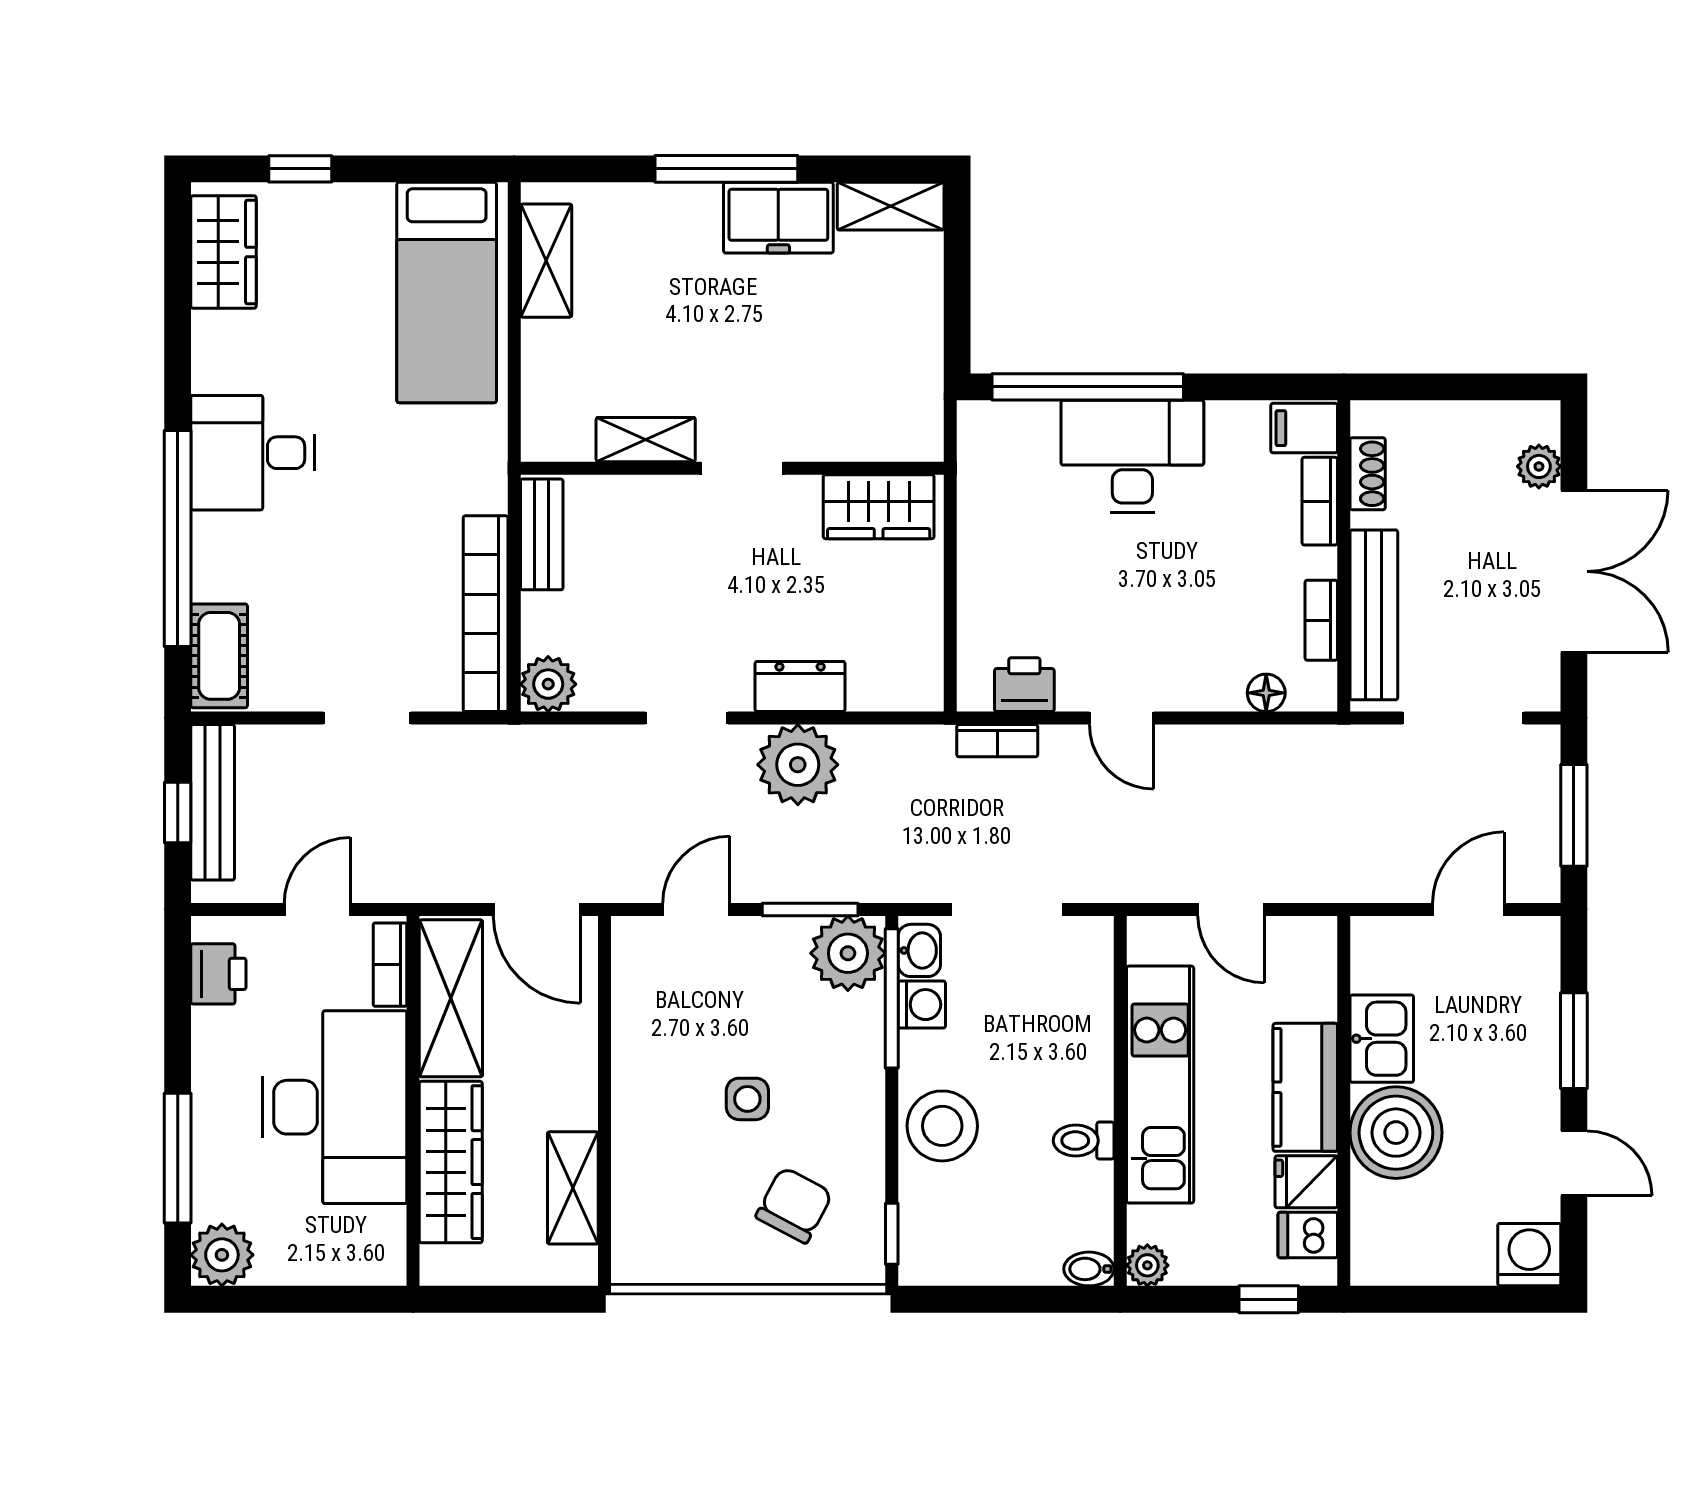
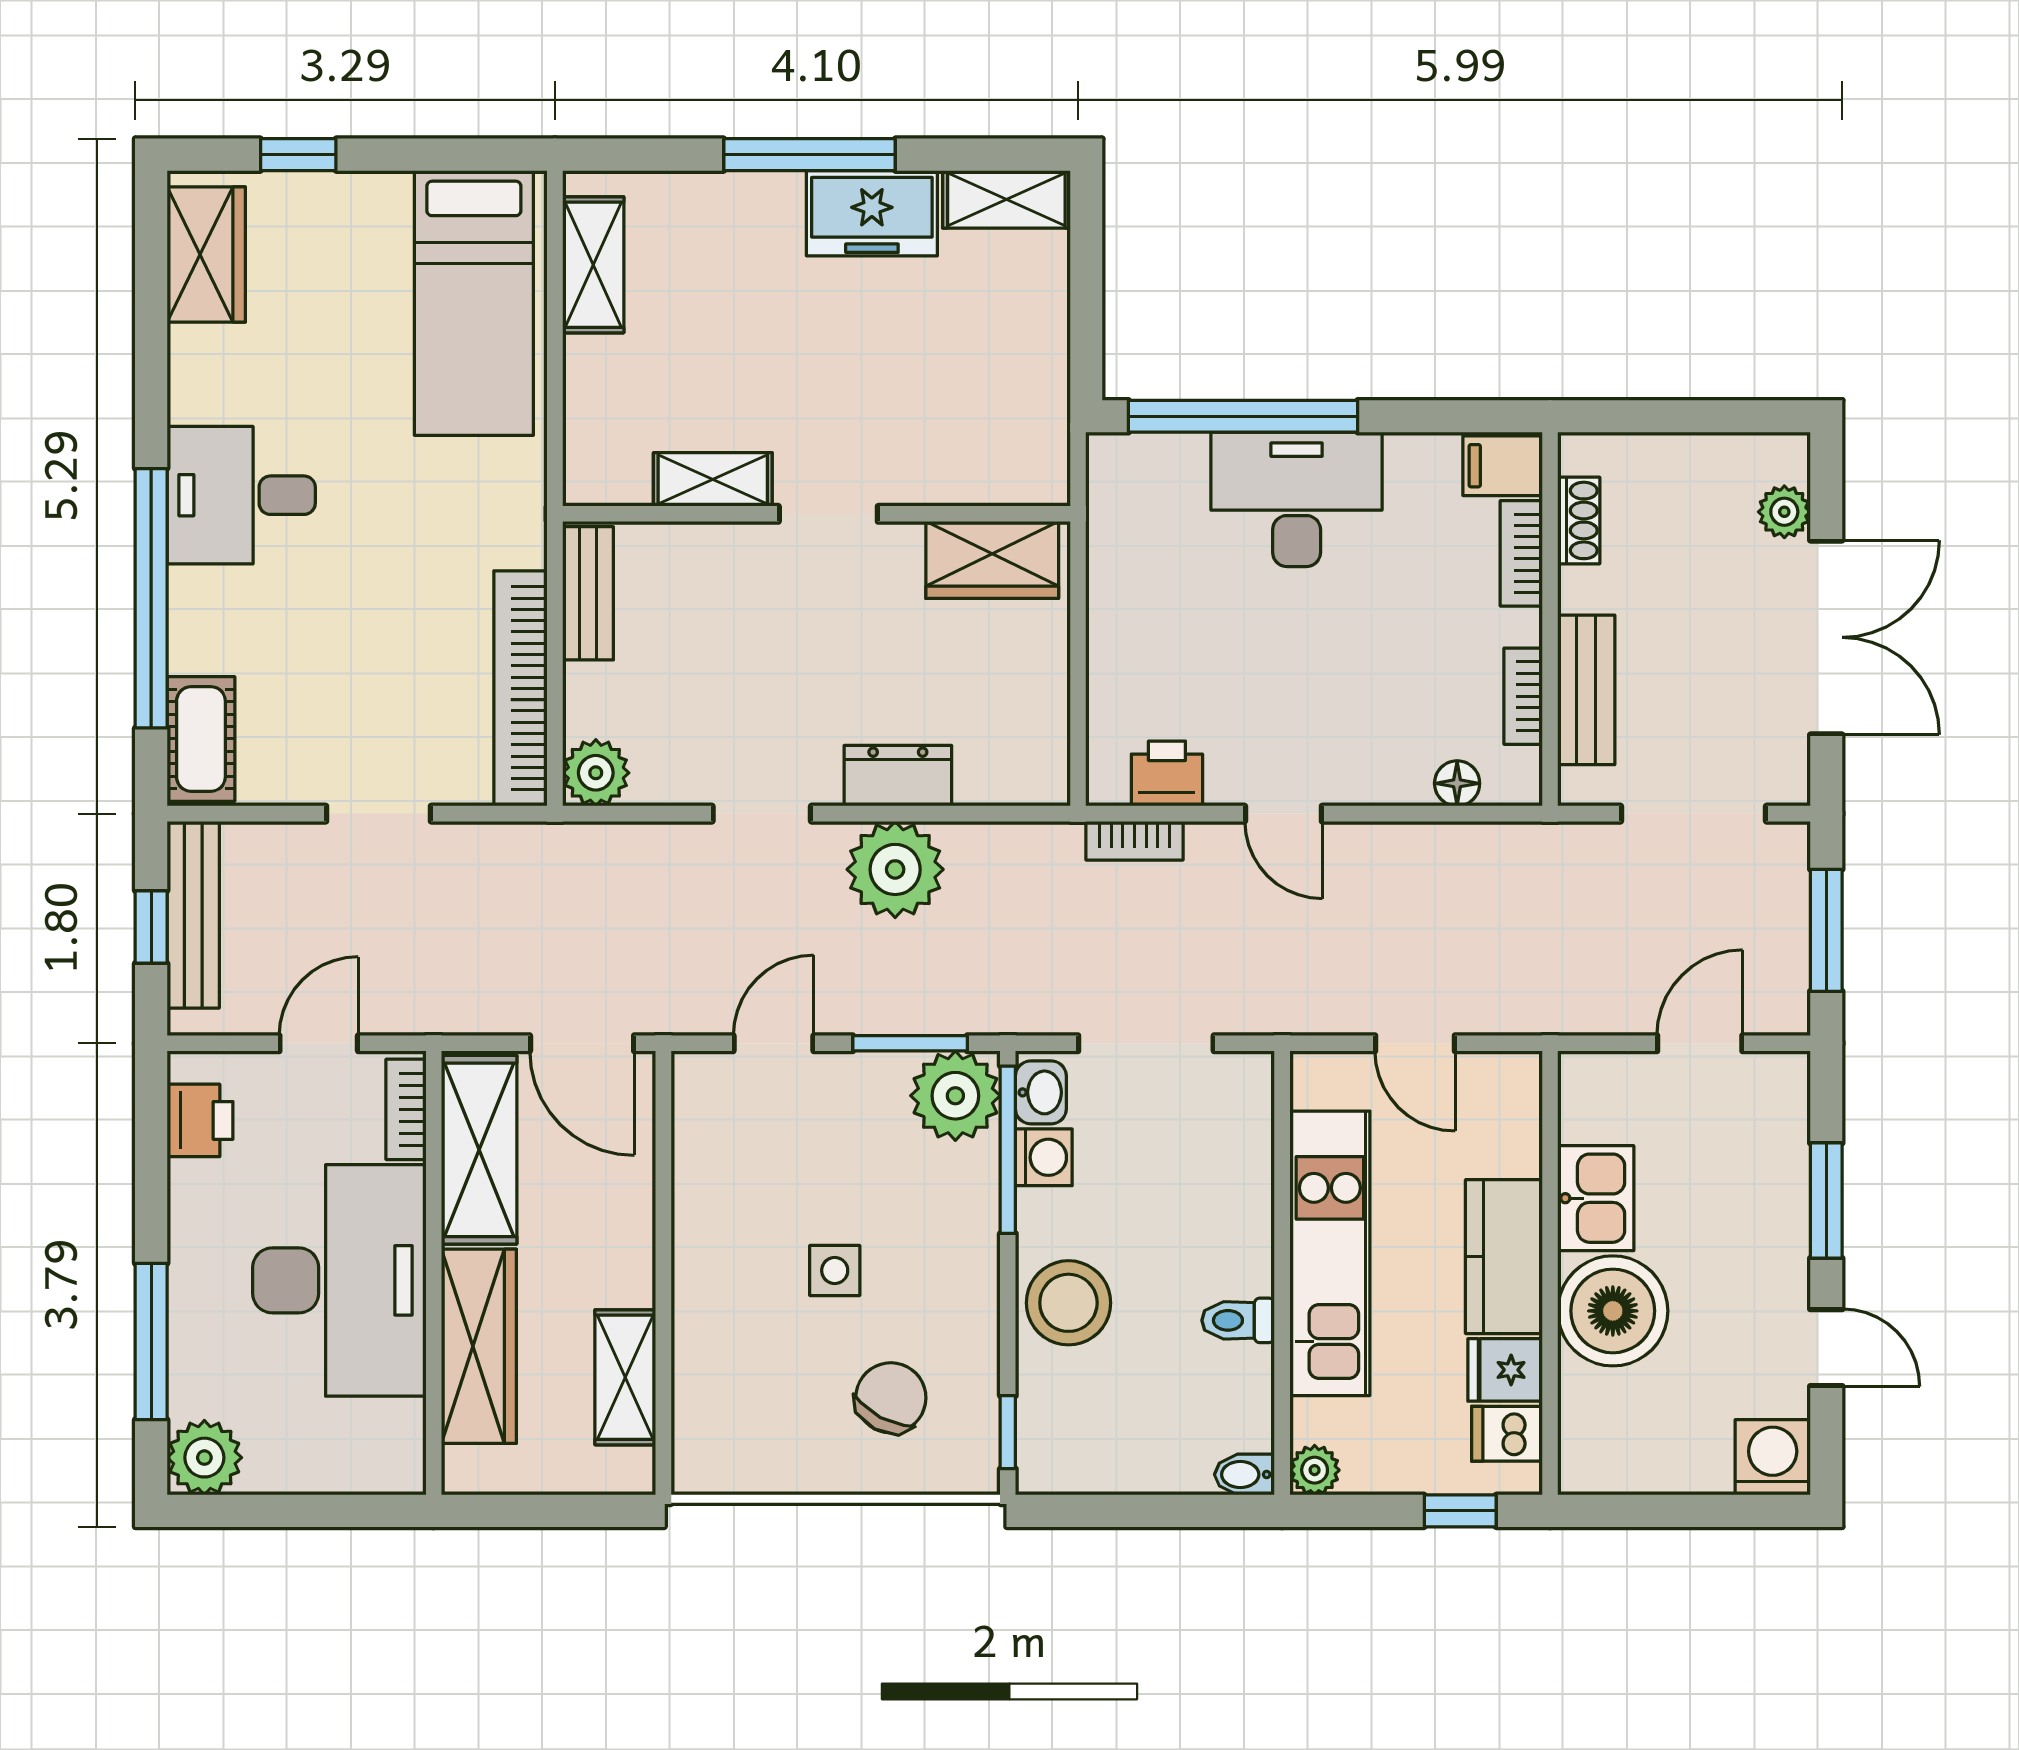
bench: (1374, 615) -> (1586, 690), width x0.73

